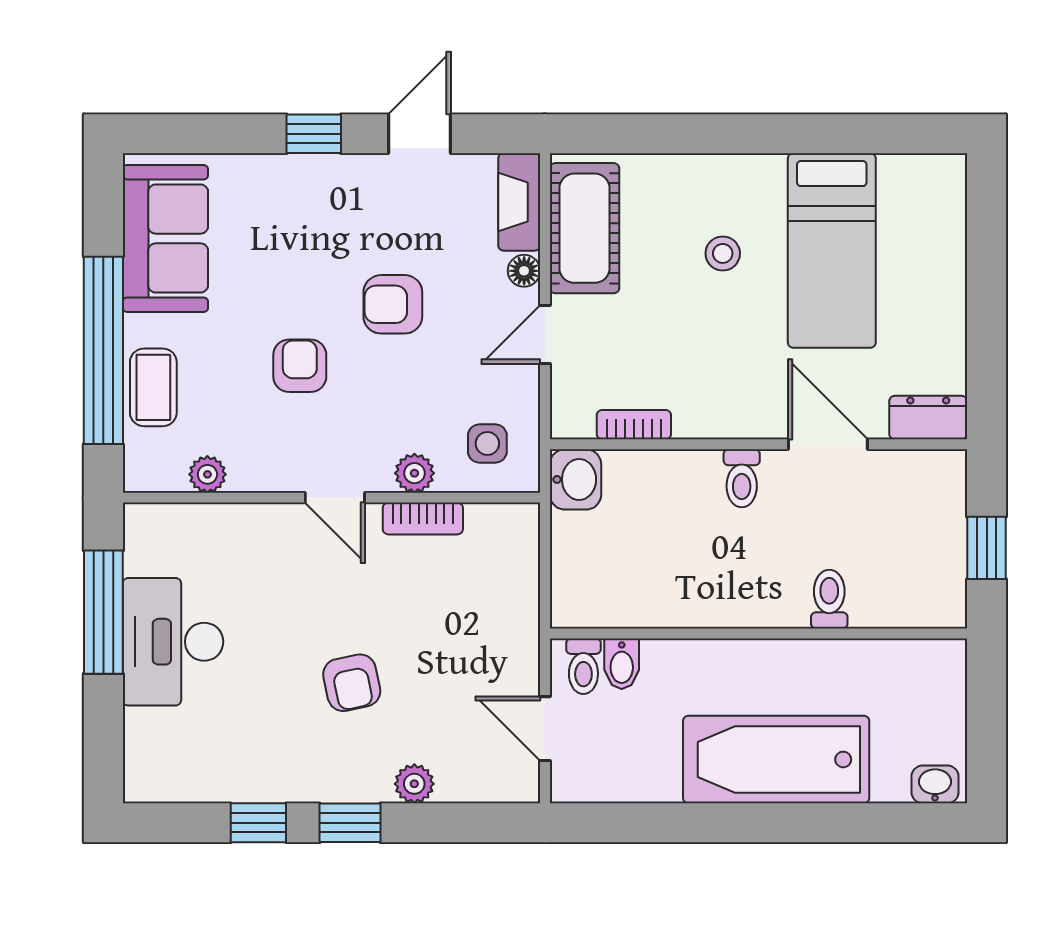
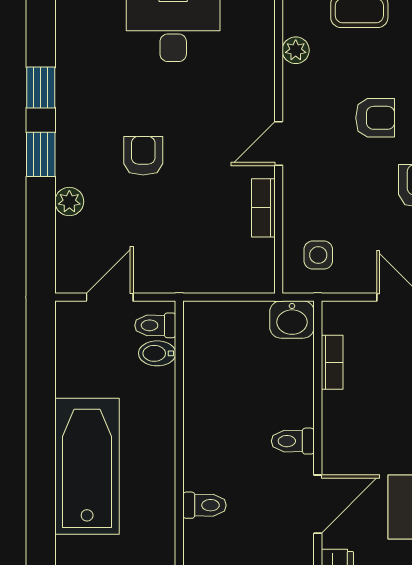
plant: (414, 473) -> (297, 202), removed
armchair: (352, 683) -> (143, 156), turned 102

